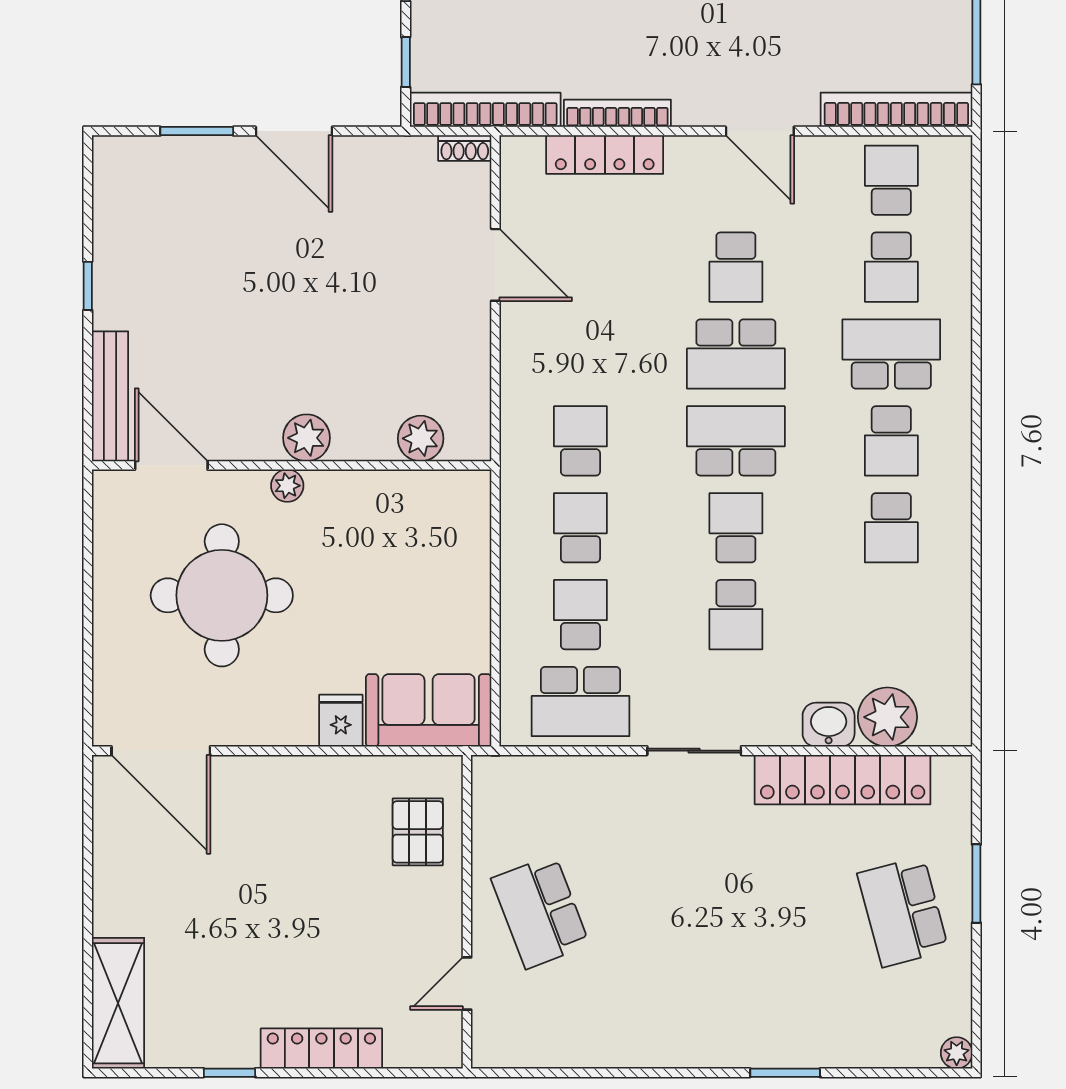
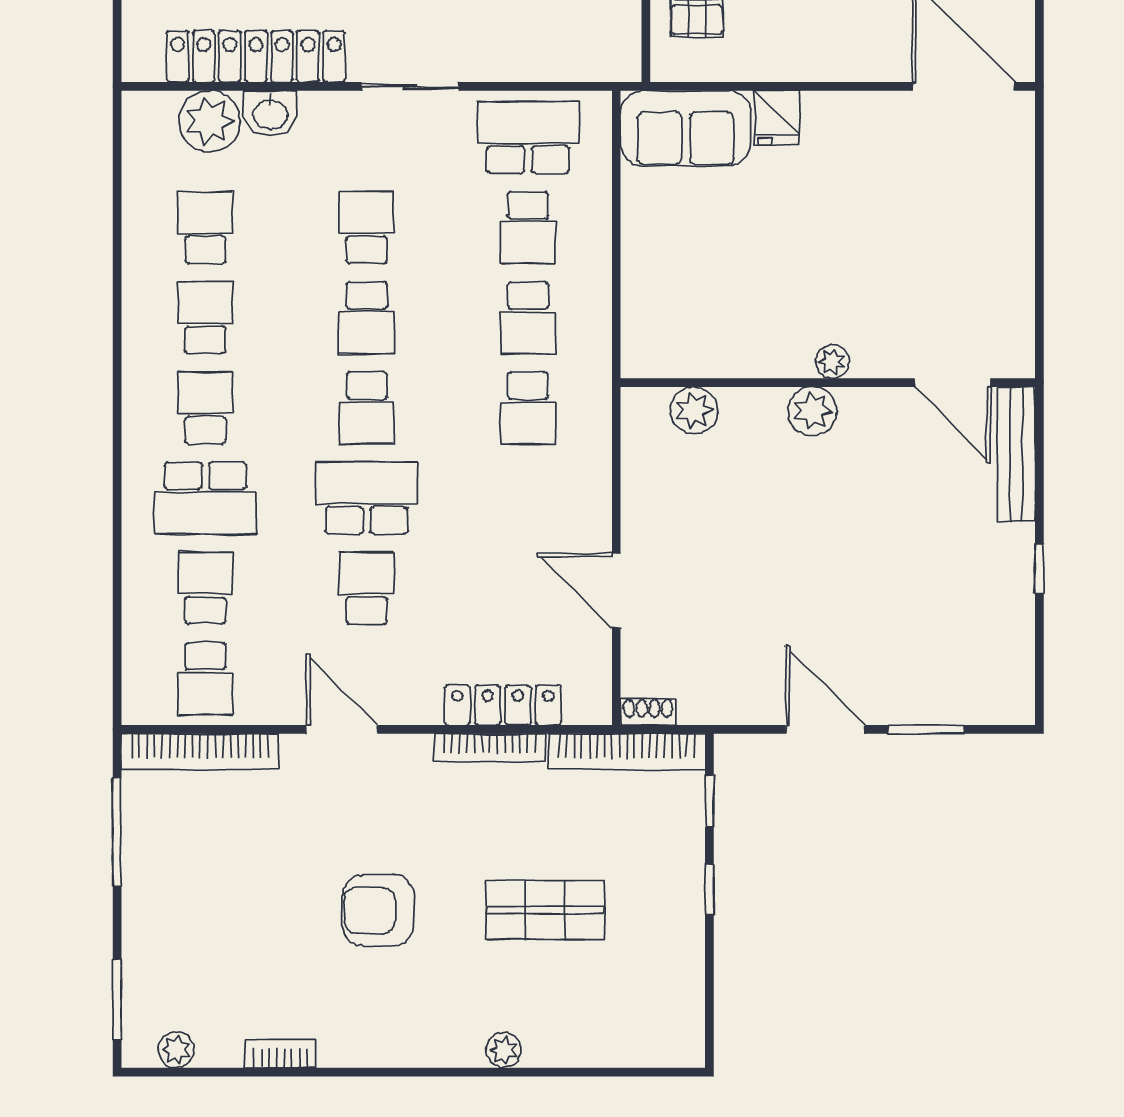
school desk: (736, 441) -> (367, 408), width x0.54
round table: (222, 595) -> (900, 248), removed
school desk: (891, 615) -> (205, 228), added

